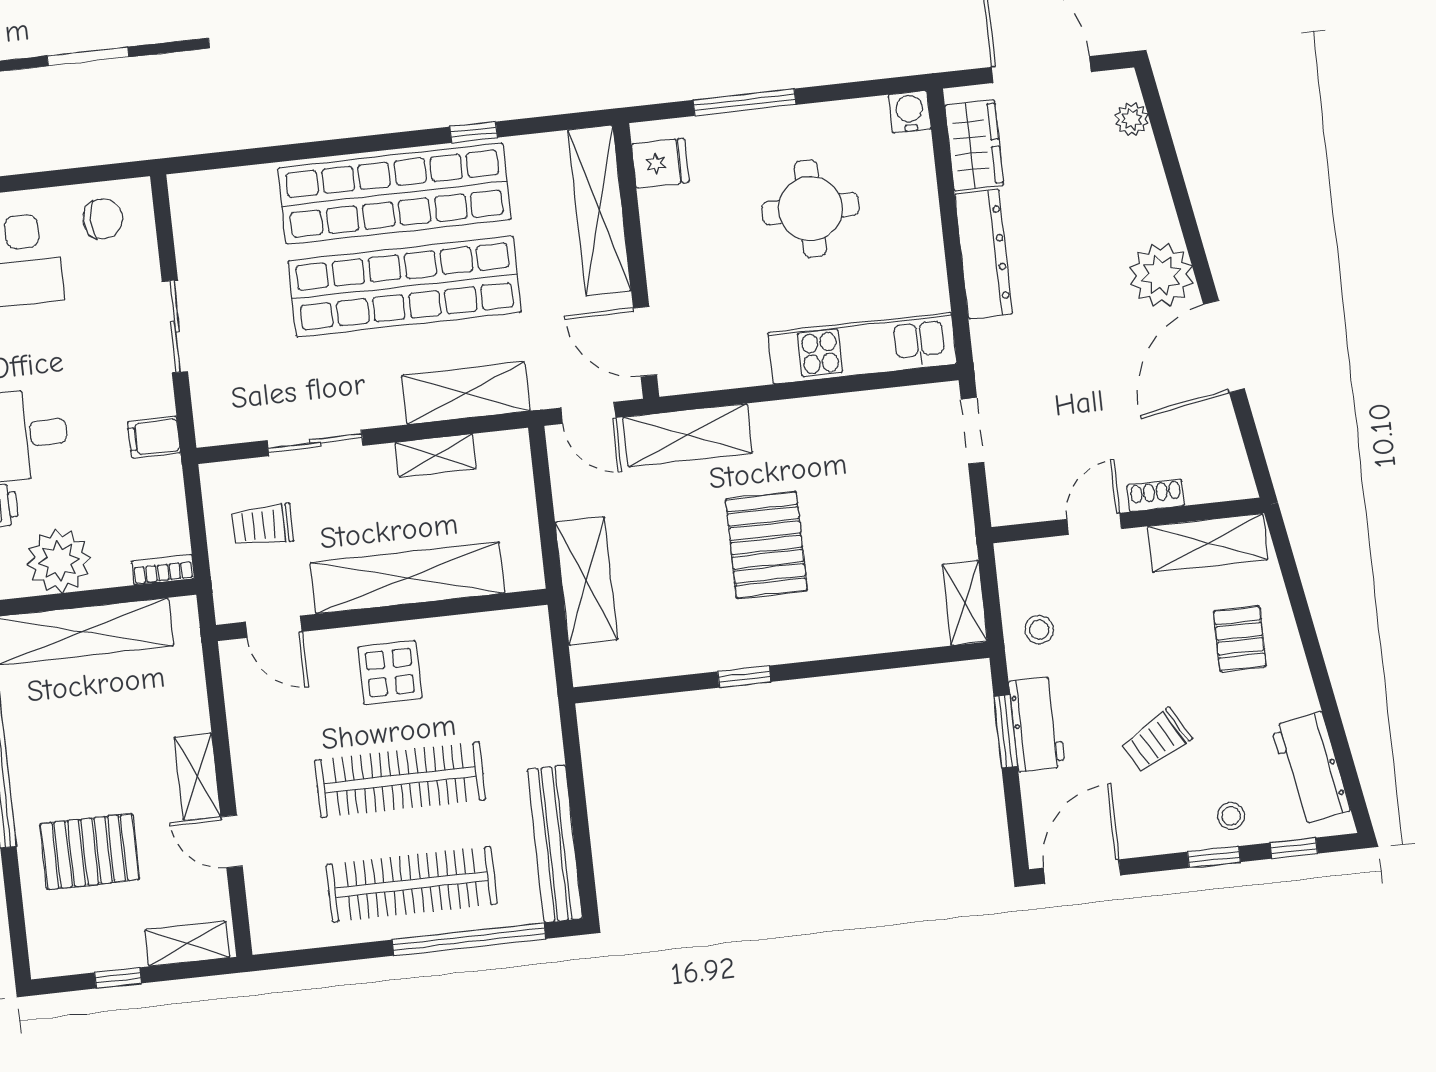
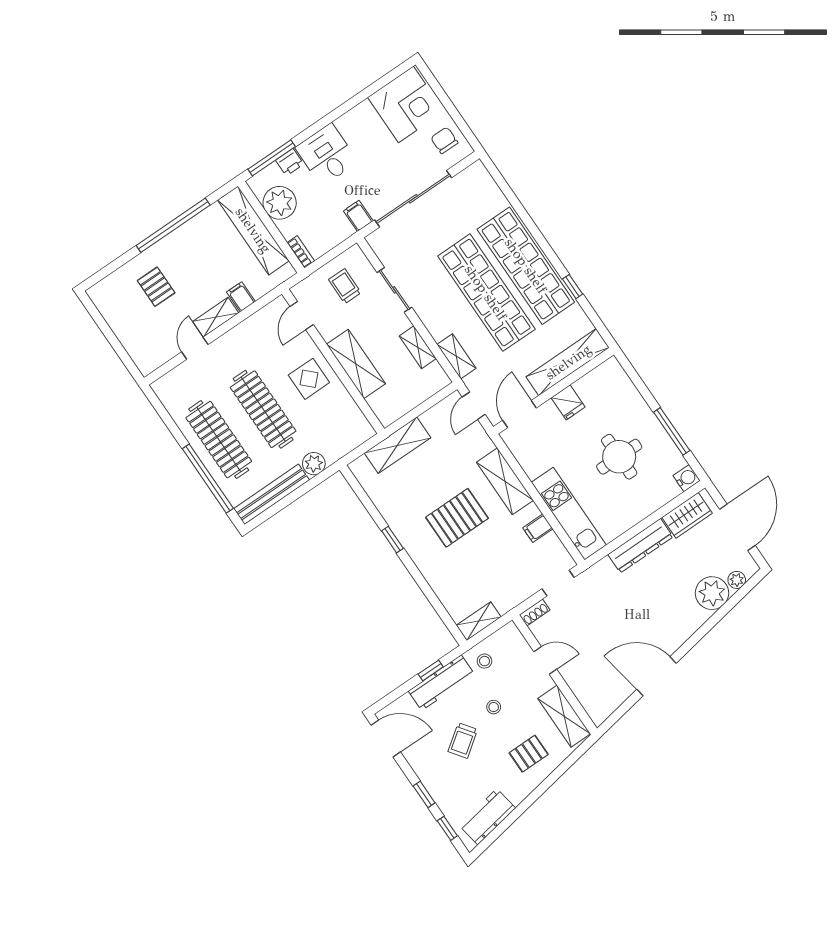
window: (745, 102) -> (672, 431), moved
fridge: (660, 163) -> (568, 402), moved
chair: (103, 219) -> (444, 140), turned 180
plant: (1161, 275) -> (712, 593), moved
sliding door: (175, 326) -> (413, 199), width x1.86
shelving: (466, 393) -> (456, 356), width x0.67, depth x0.75
filing cabinet: (859, 415) -> (538, 528), added
shelving: (688, 435) -> (505, 481), moved
shoe rack: (1156, 495) -> (535, 612), moved, turned 90
shelving: (407, 578) -> (356, 364), width x0.68
filing cabinet: (186, 714) -> (241, 297), added
workbench: (1037, 724) -> (441, 683), width x1.38
window: (1006, 731) -> (431, 670), width x0.67
trolley: (1156, 740) -> (463, 741), turned -96
plant: (541, 742) -> (314, 464), added
stool: (1231, 816) -> (494, 707), moved
pallet: (90, 852) -> (156, 287), width x0.67, depth x0.71
shelving: (187, 944) -> (138, 353), removed
window: (118, 978) -> (106, 330), removed

